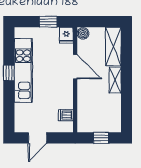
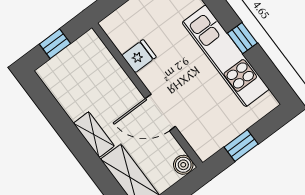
fridge: (66, 35) -> (139, 56), moved, turned 90
dishwasher: (66, 115) -> (125, 39), removed

